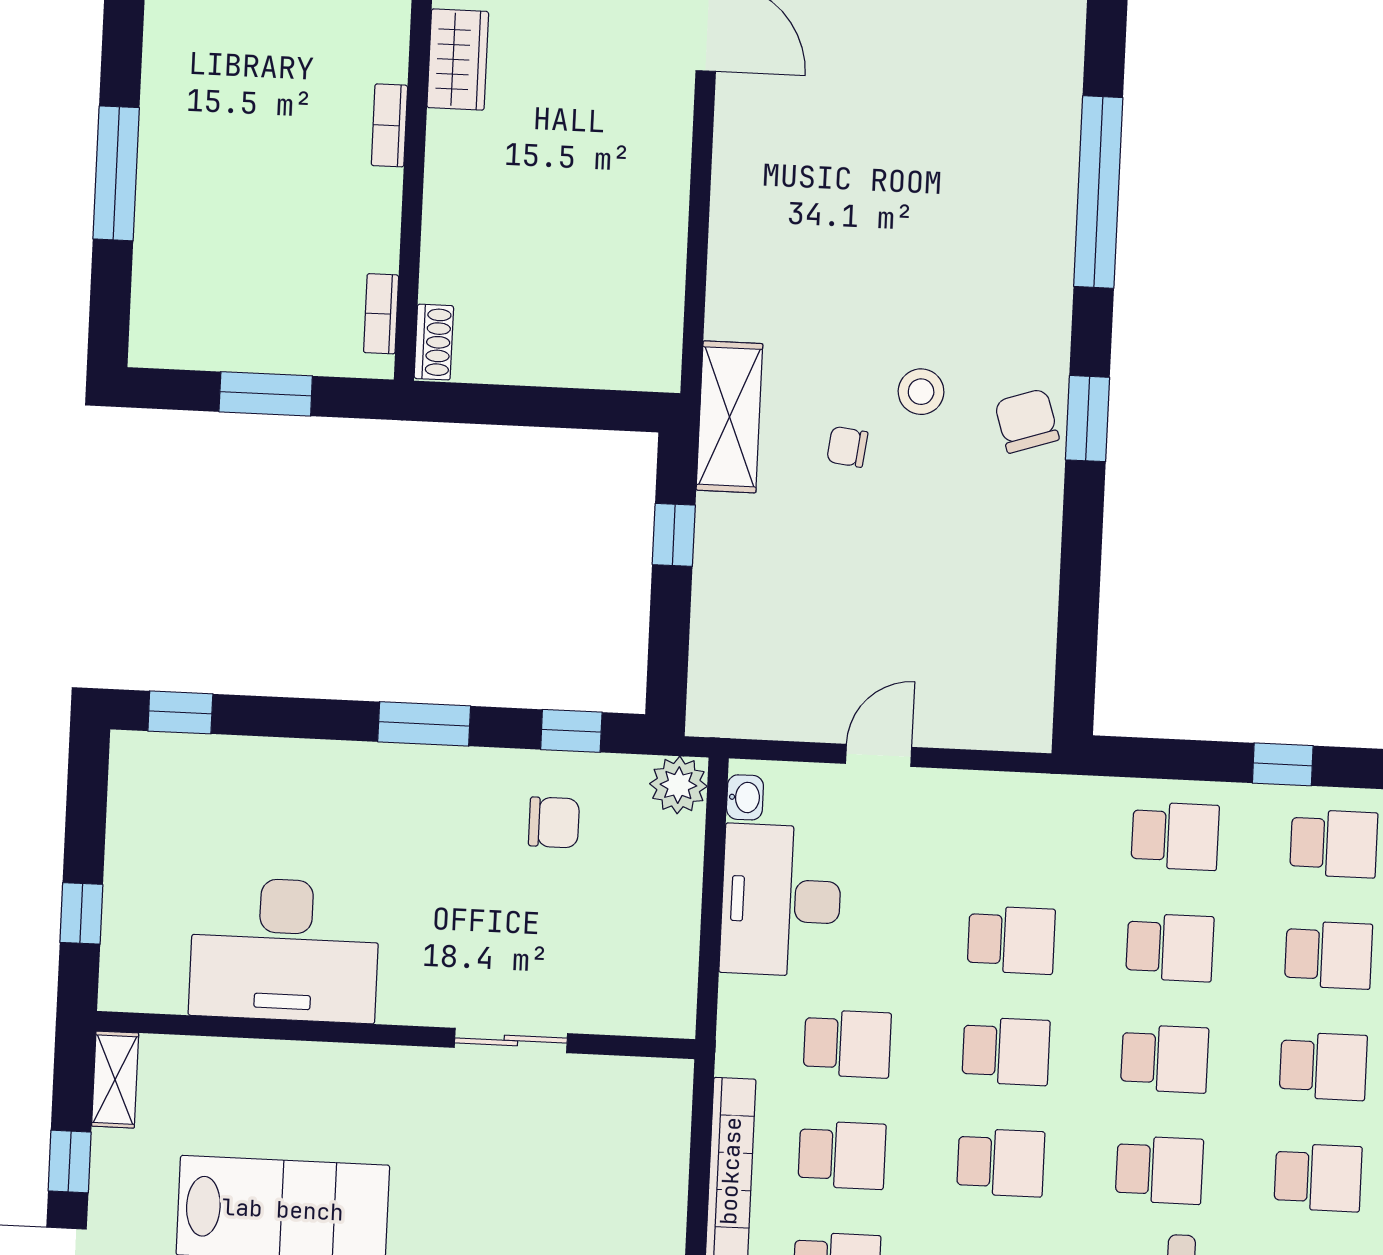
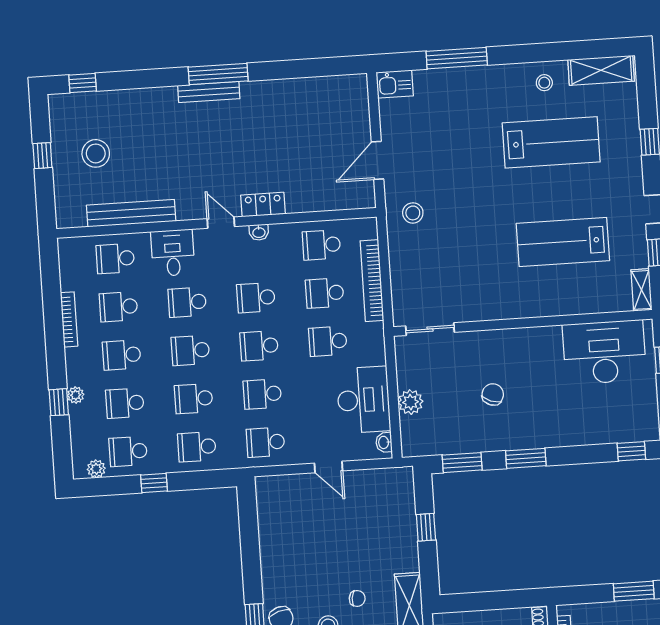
window: (266, 394) -> (634, 591), moved
window: (674, 535) -> (426, 527), moved
window: (571, 731) -> (462, 463), width x1.50
door: (879, 755) -> (329, 467), hinge flipped
plant: (678, 785) -> (410, 402), moved
chair: (554, 822) -> (493, 394), moved, turned 110
school desk: (1016, 829) -> (266, 442), added
desk: (285, 950) -> (604, 352), moved
sliding door: (511, 1040) -> (430, 329), moved

